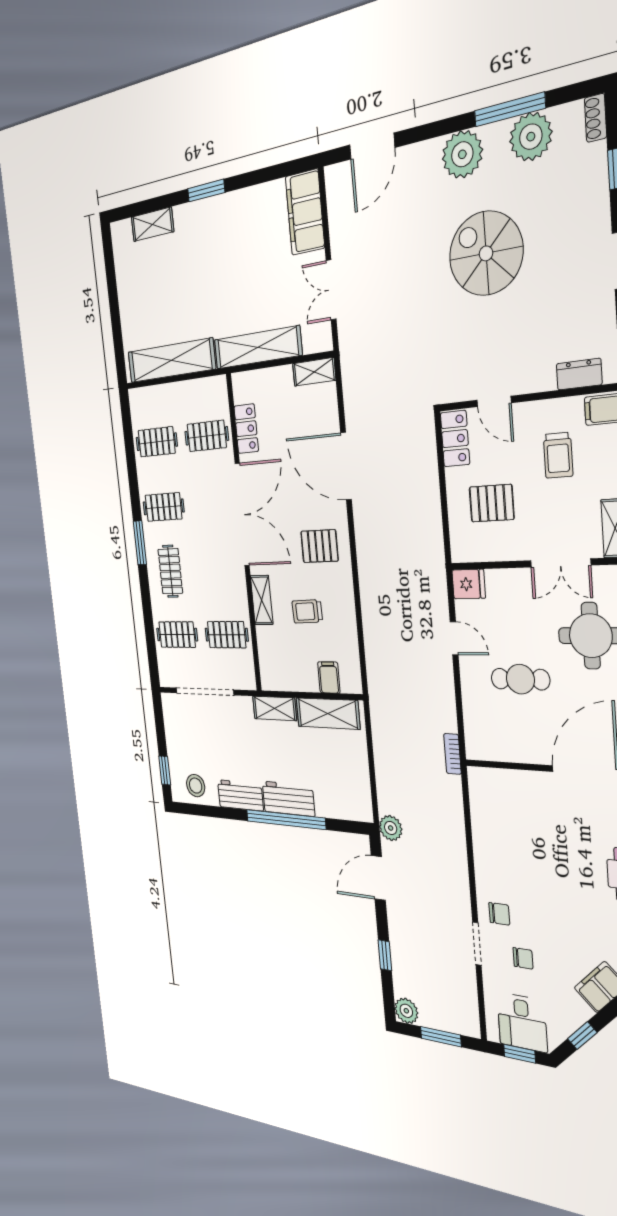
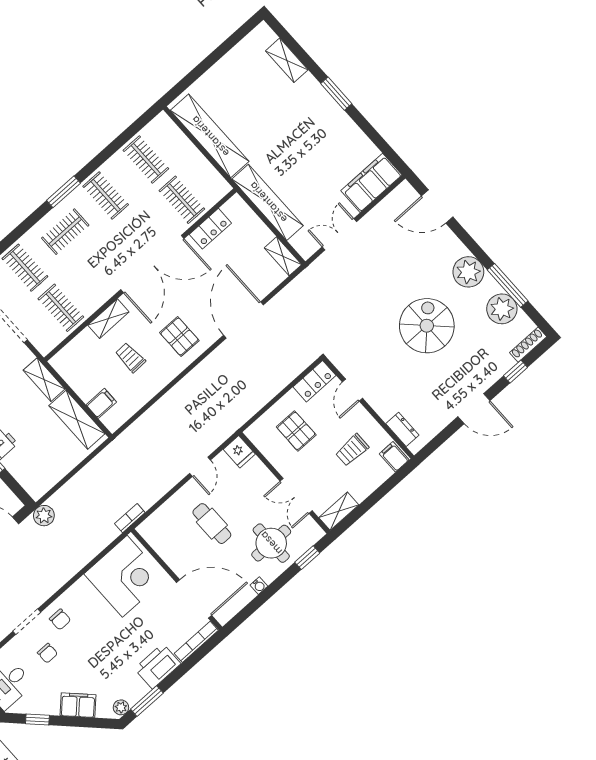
shoe rack: (596, 118) -> (528, 345), width x1.43
corner desk: (506, 814) -> (125, 576), added

